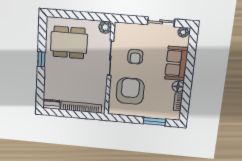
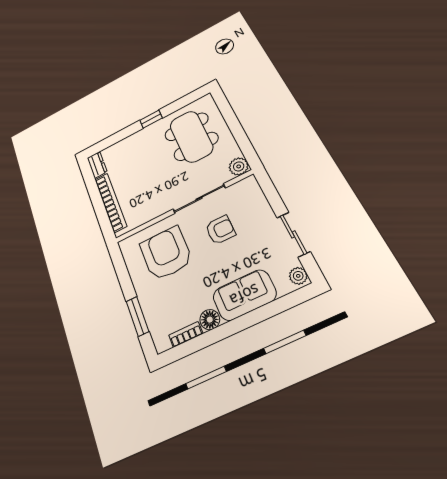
armchair: (135, 57) -> (220, 230), turned 180
armchair: (130, 91) -> (166, 253), turned -90

